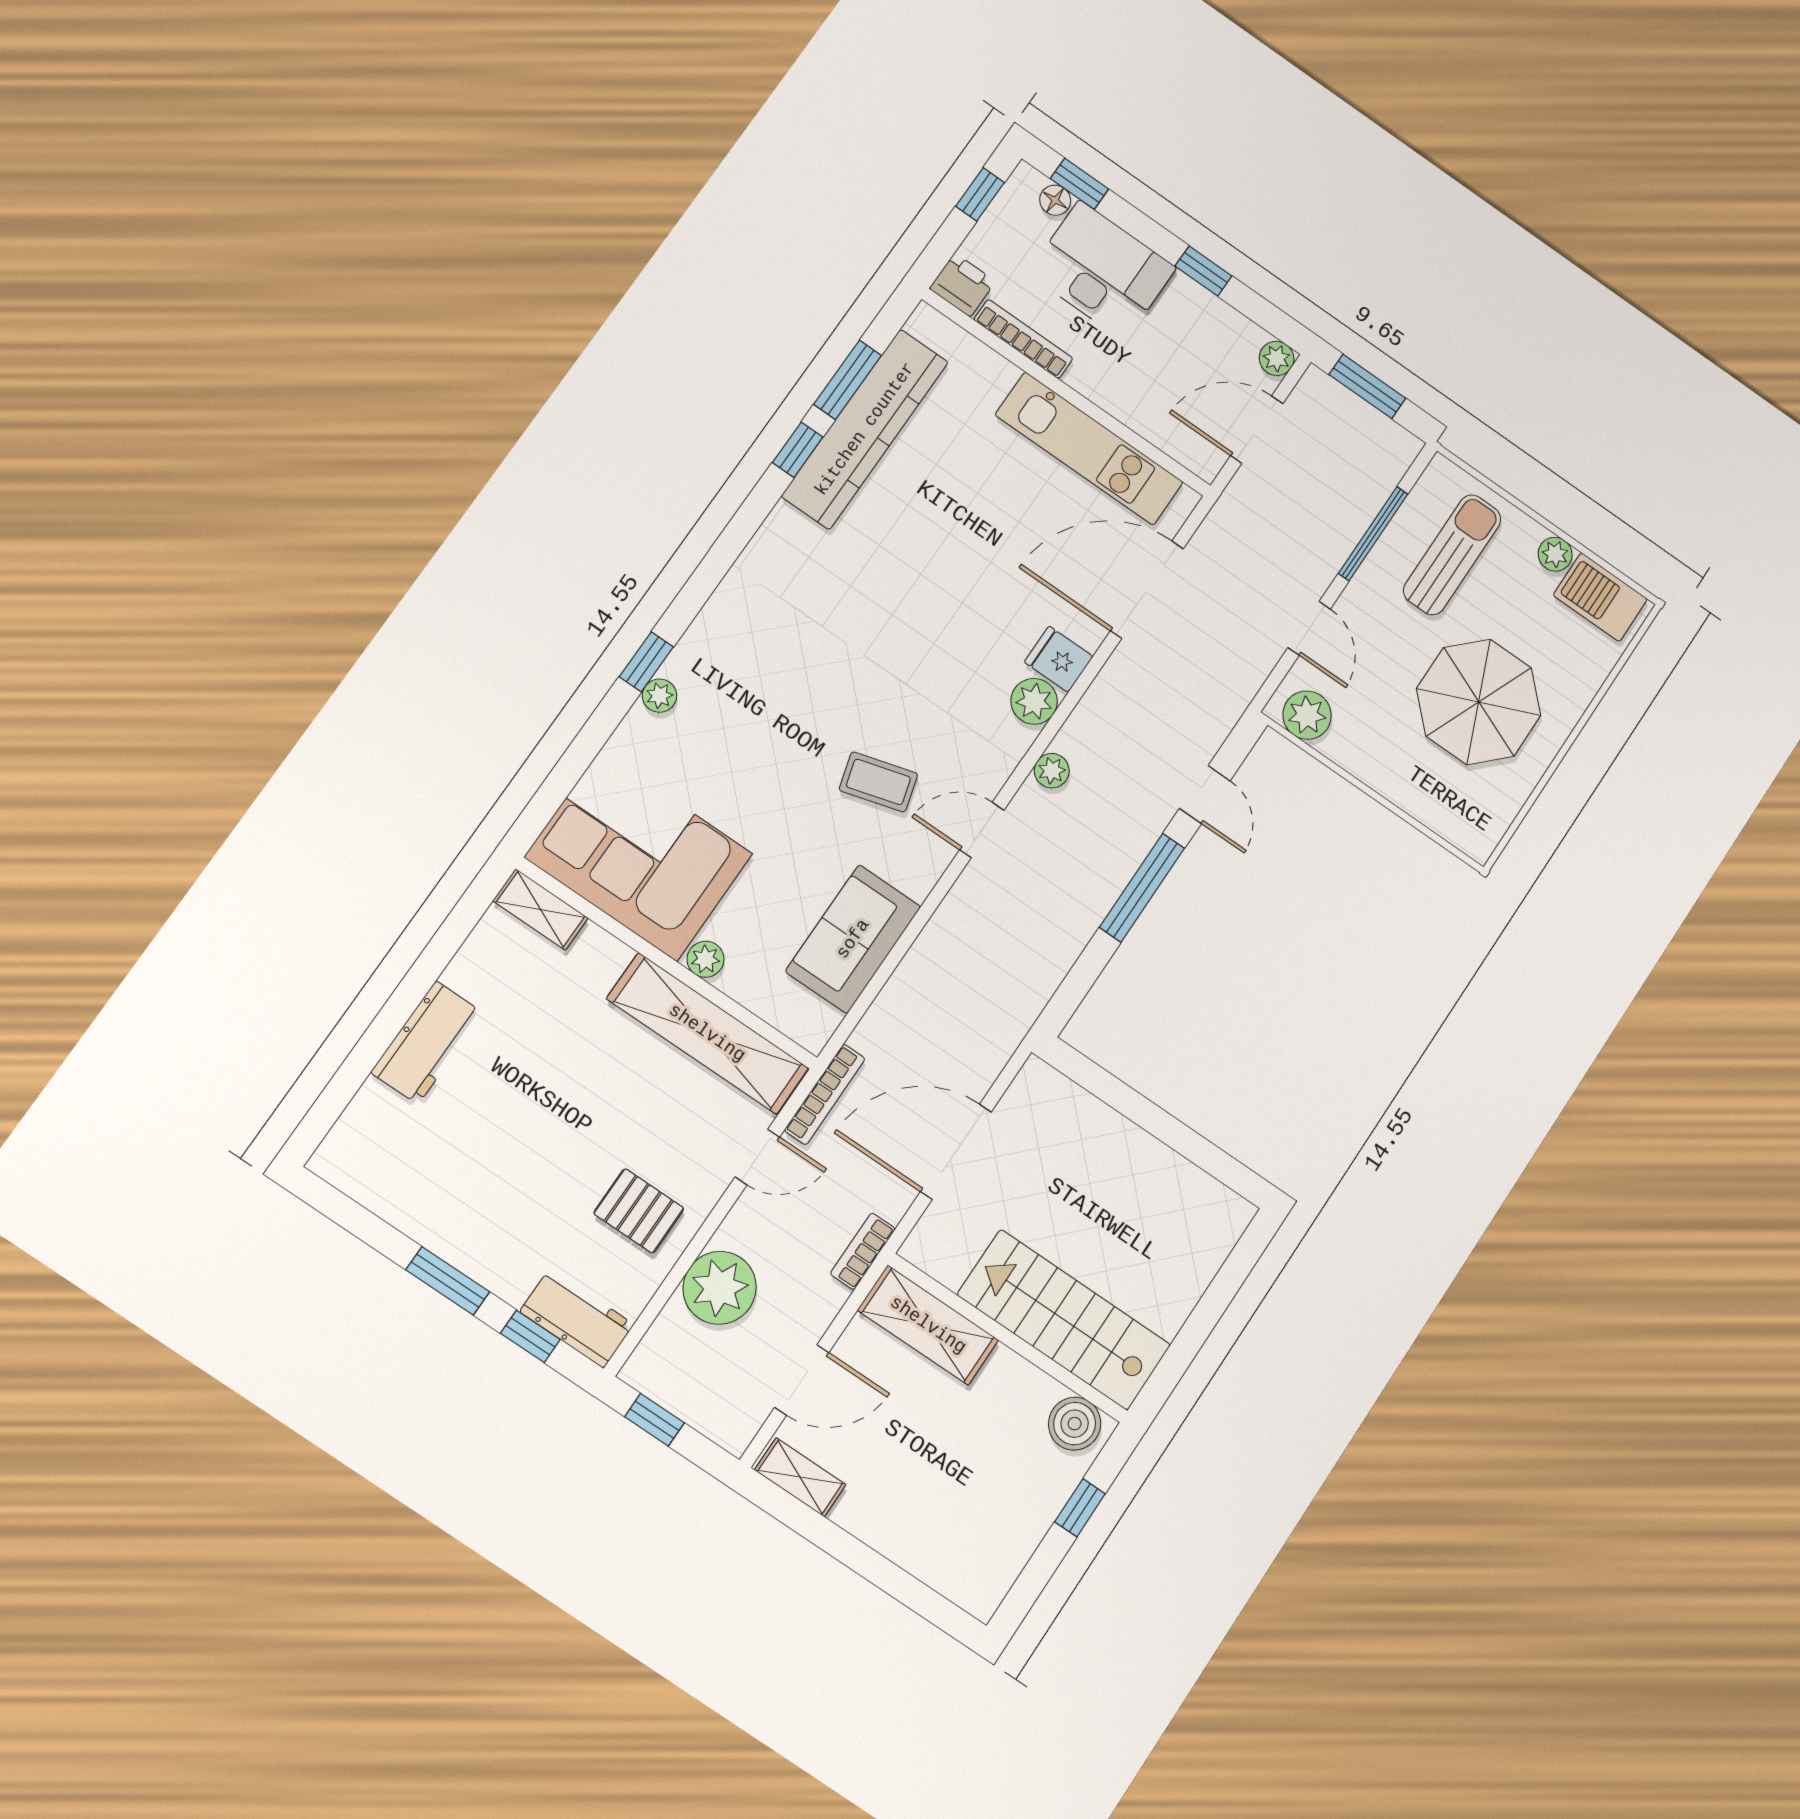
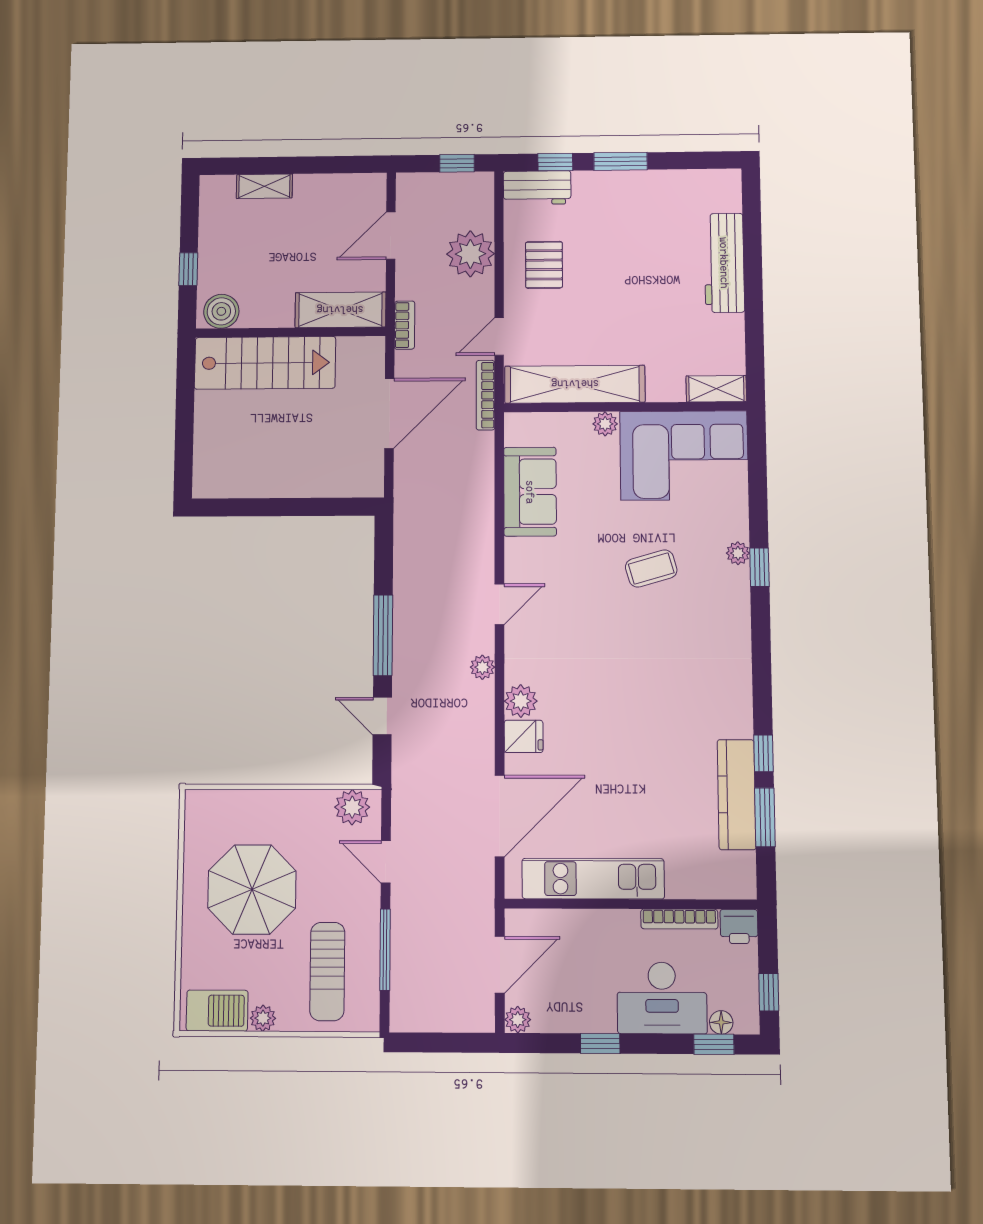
window: (1367, 386) -> (450, 1043), removed
kitchen counter: (865, 429) -> (737, 795), width x0.72, depth x0.86
coffee table: (878, 782) -> (651, 568), moved
workbench: (427, 1043) -> (724, 263), width x1.38
pallet: (639, 1211) -> (544, 265), turned 90
shelving: (800, 1477) -> (264, 186), moved

